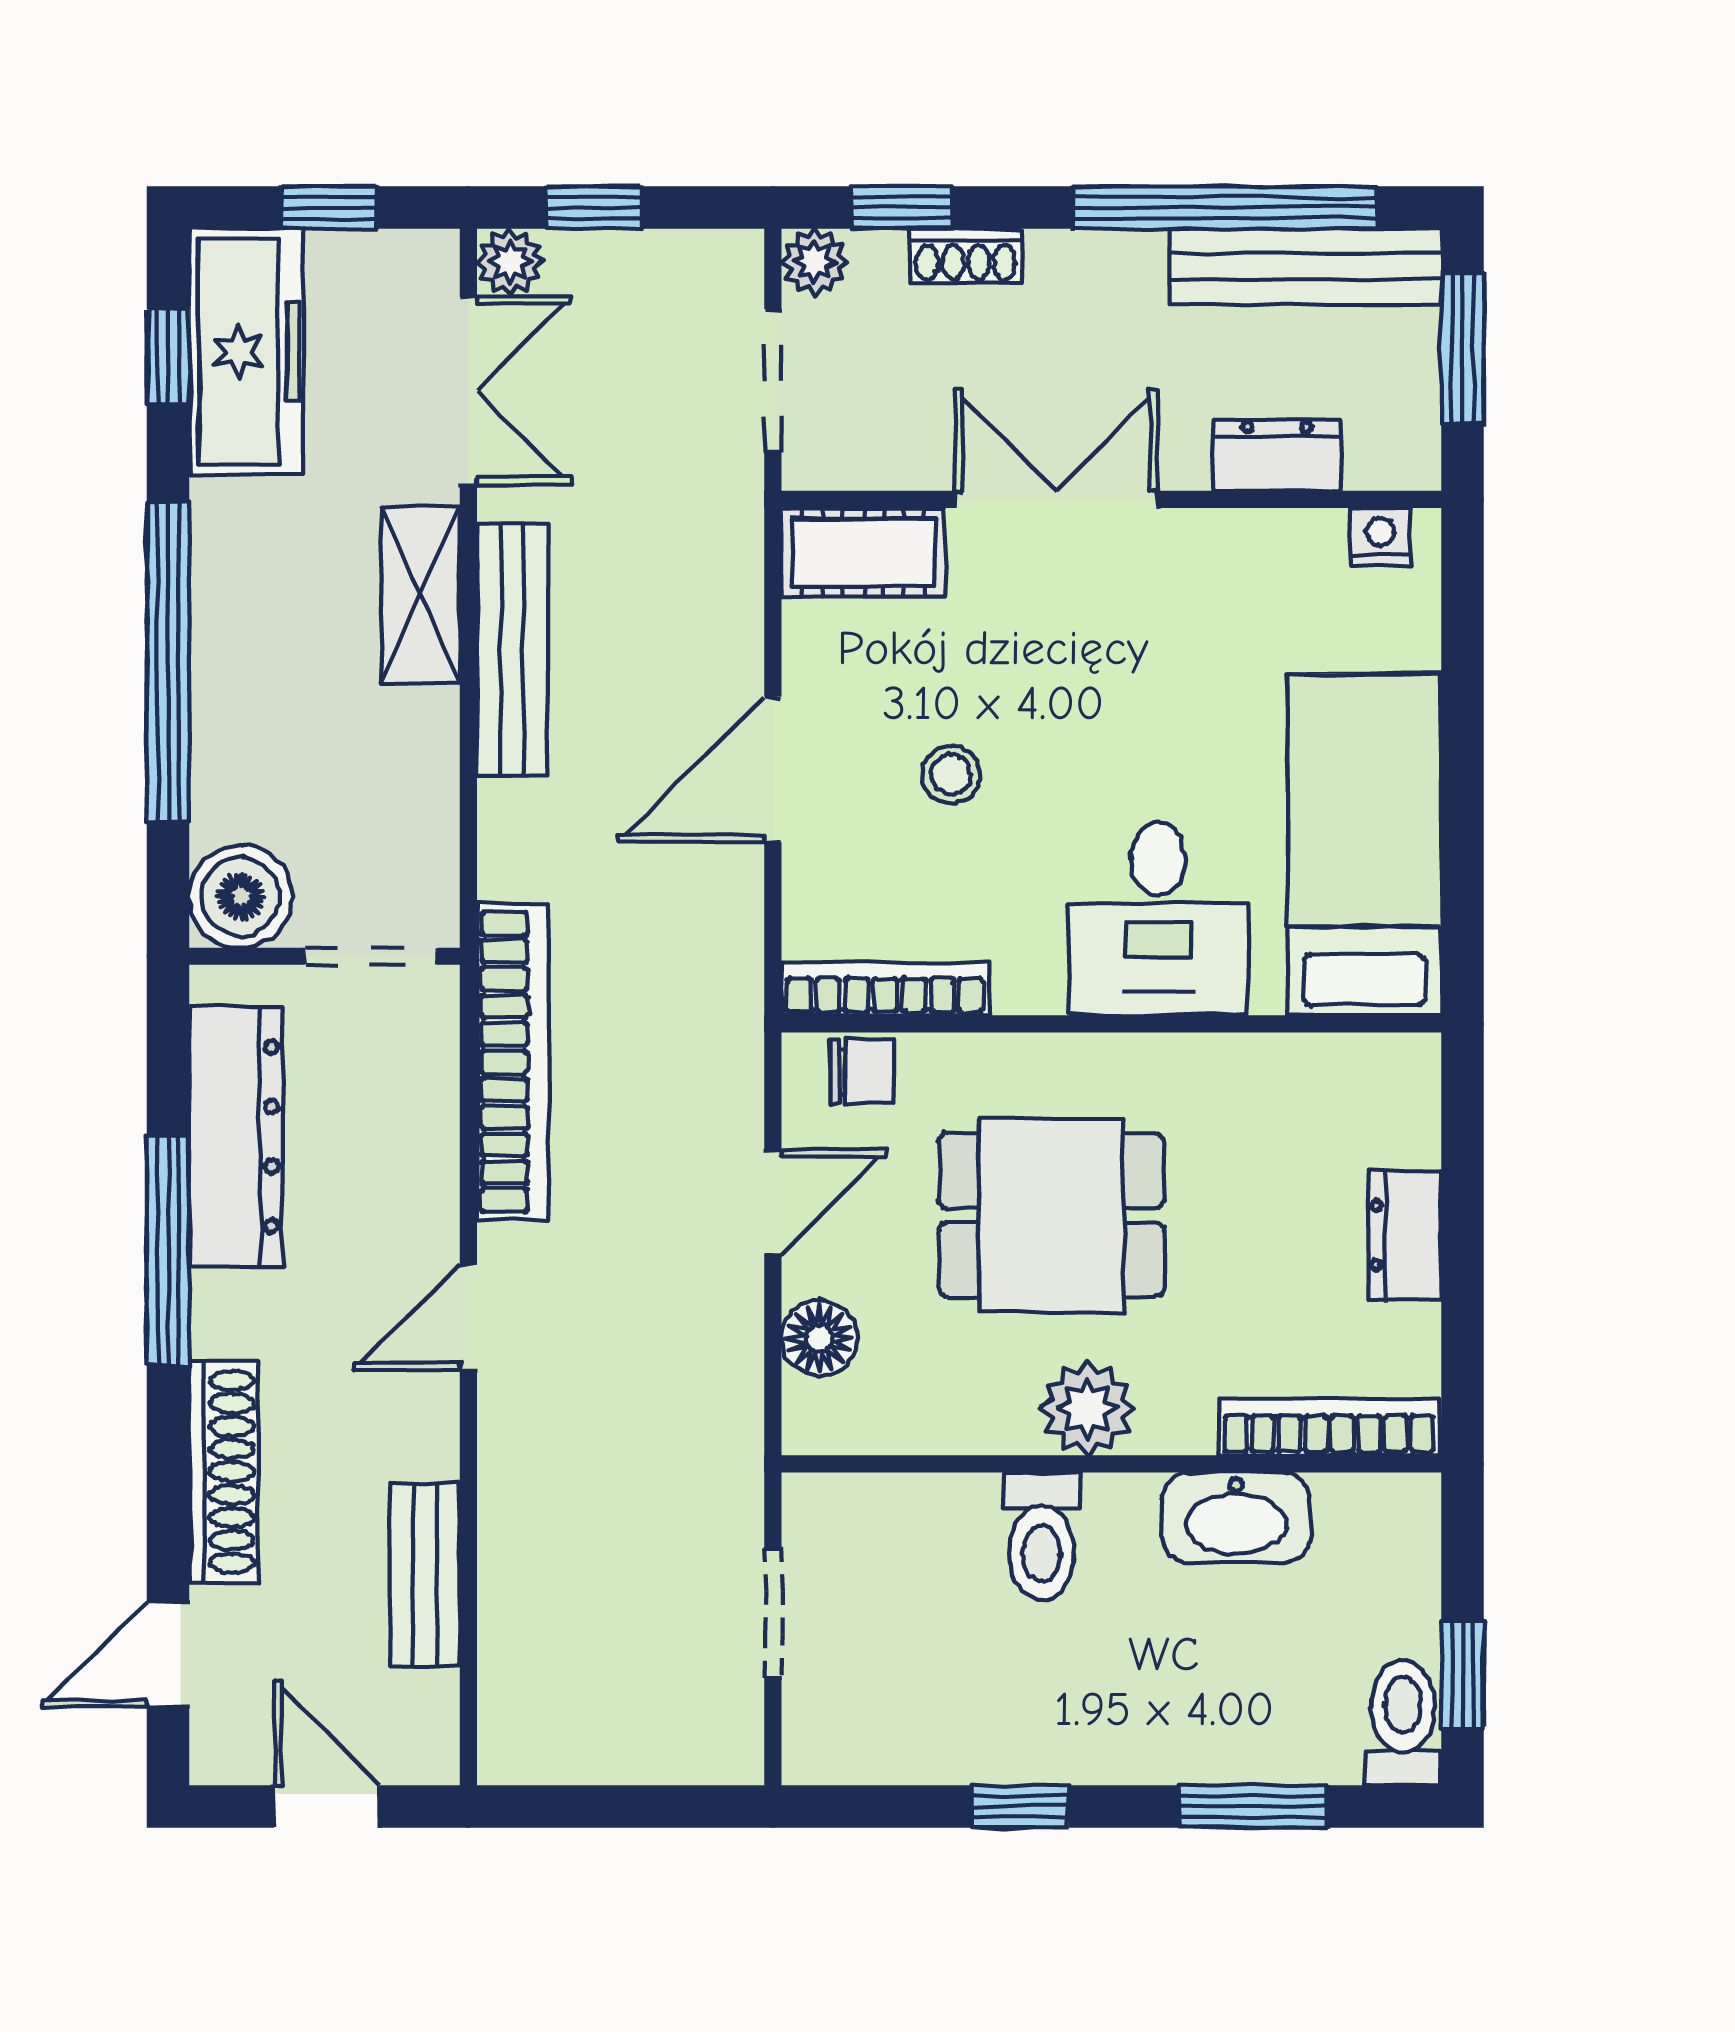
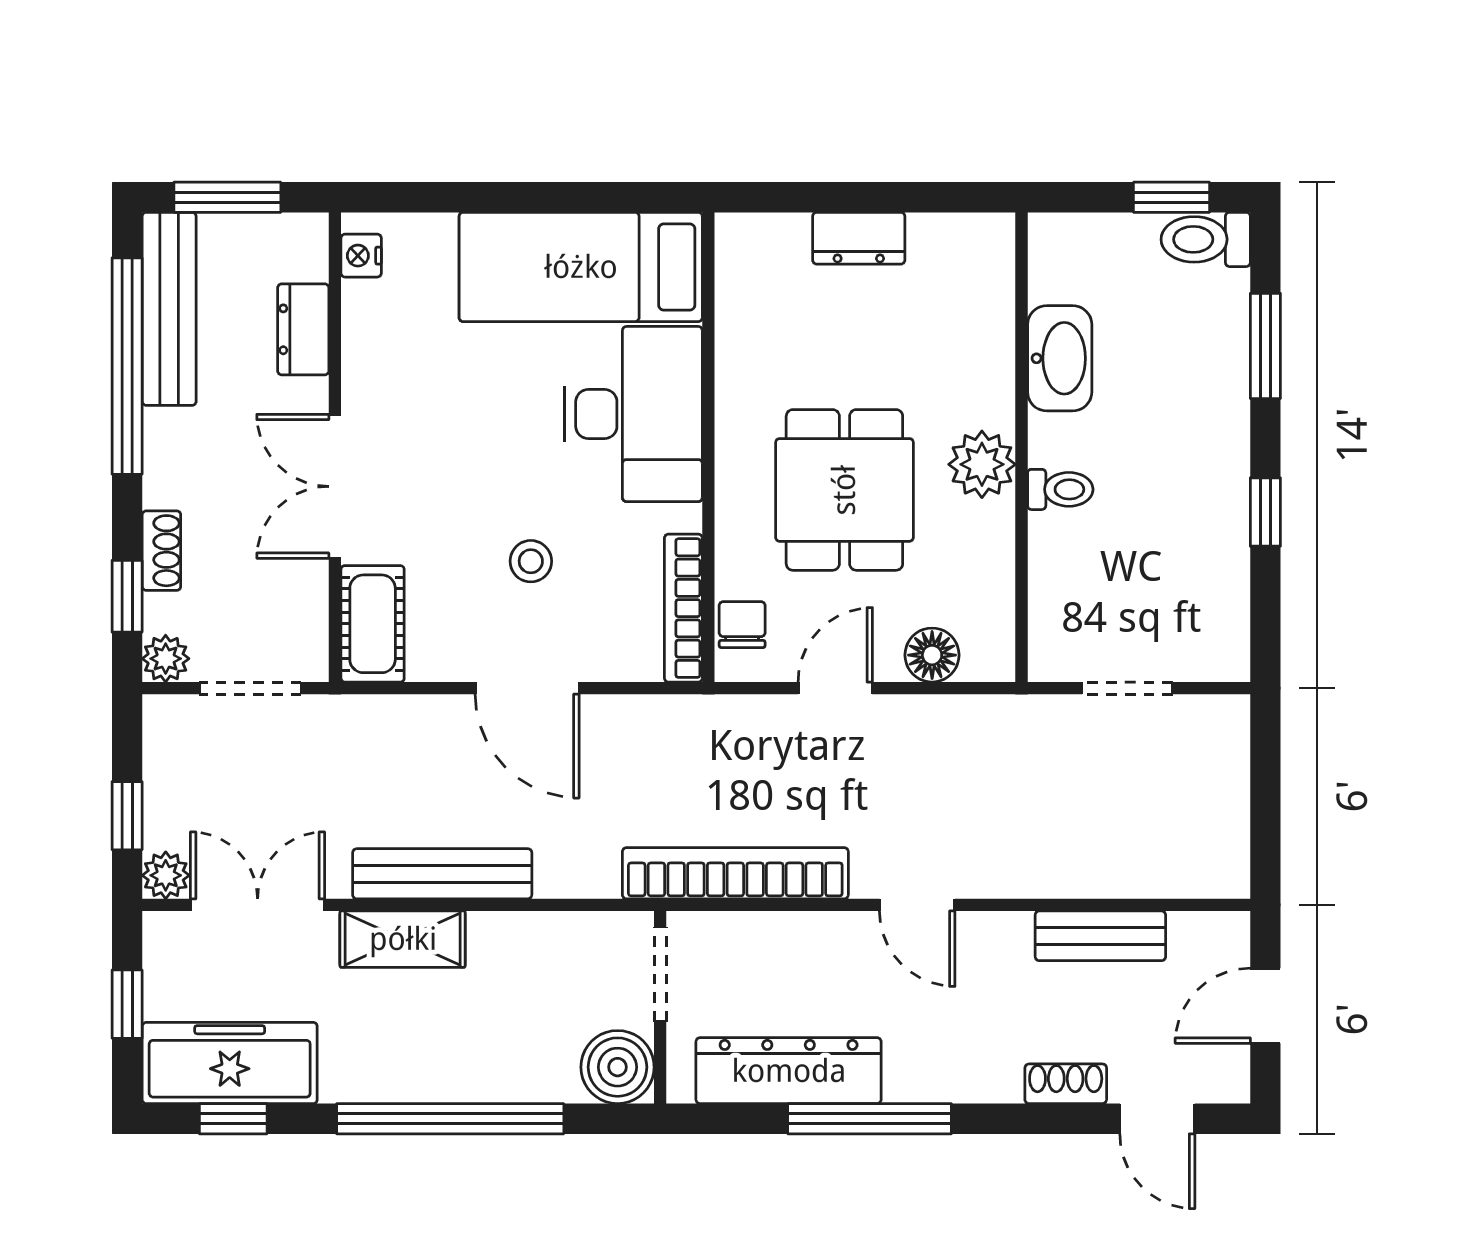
desk: (1158, 919) -> (633, 414), width x1.37
door: (773, 1202) -> (835, 688), hinge flipped
bookcase: (1329, 1427) -> (995, 292), removed
shoe rack: (224, 1472) -> (1066, 1084), width x0.51, depth x0.81
toilet: (1042, 1536) -> (1060, 489), width x0.73, depth x0.72

